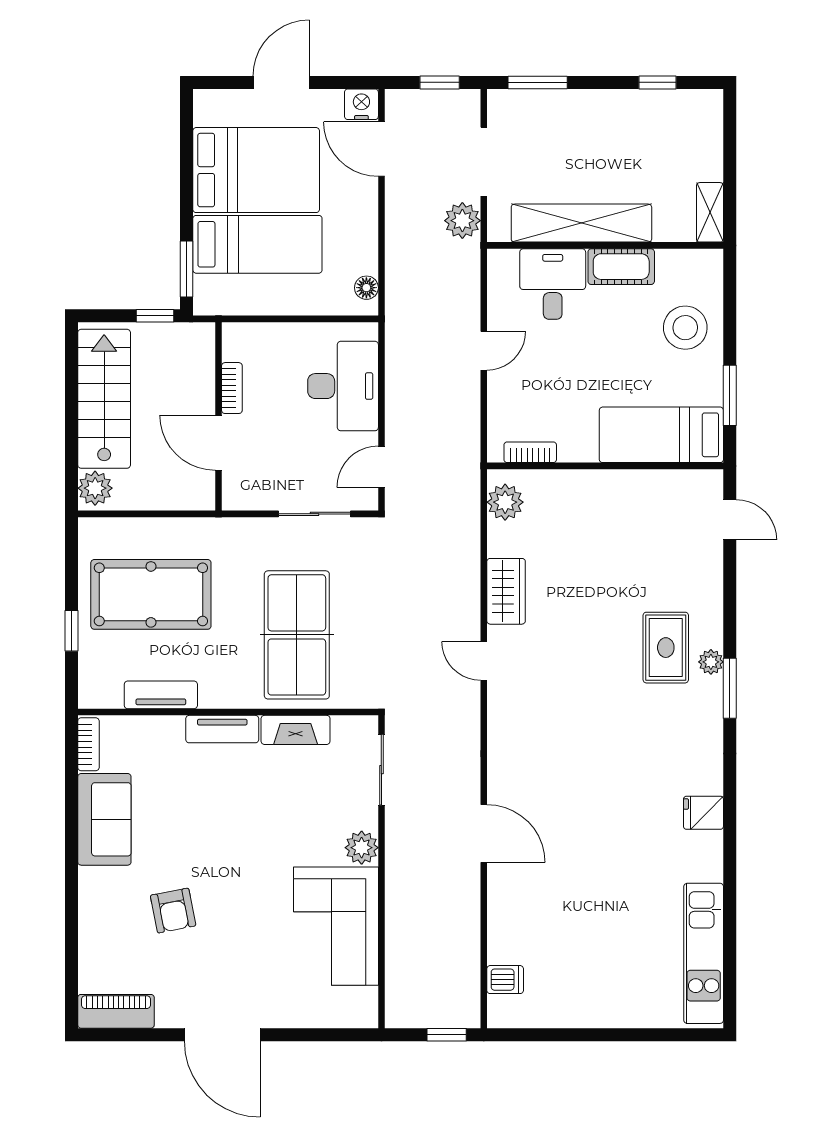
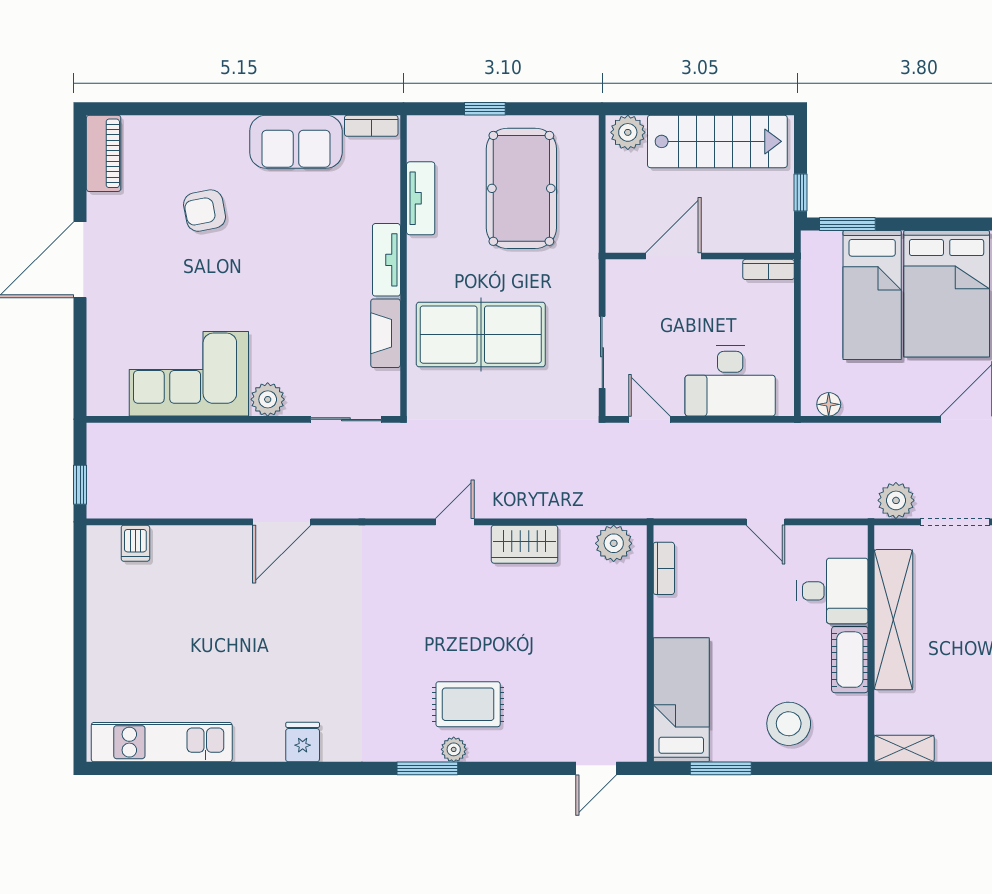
bookcase: (232, 388) -> (769, 269), moved

